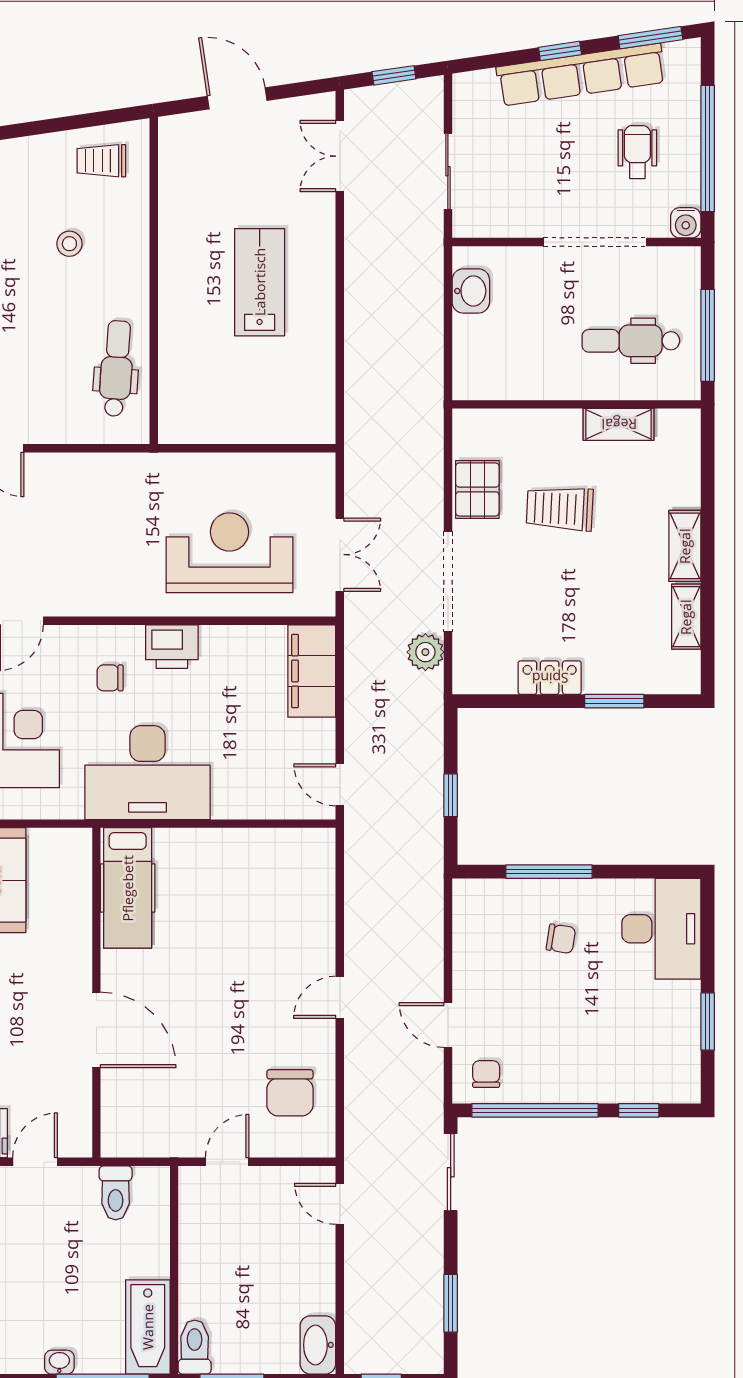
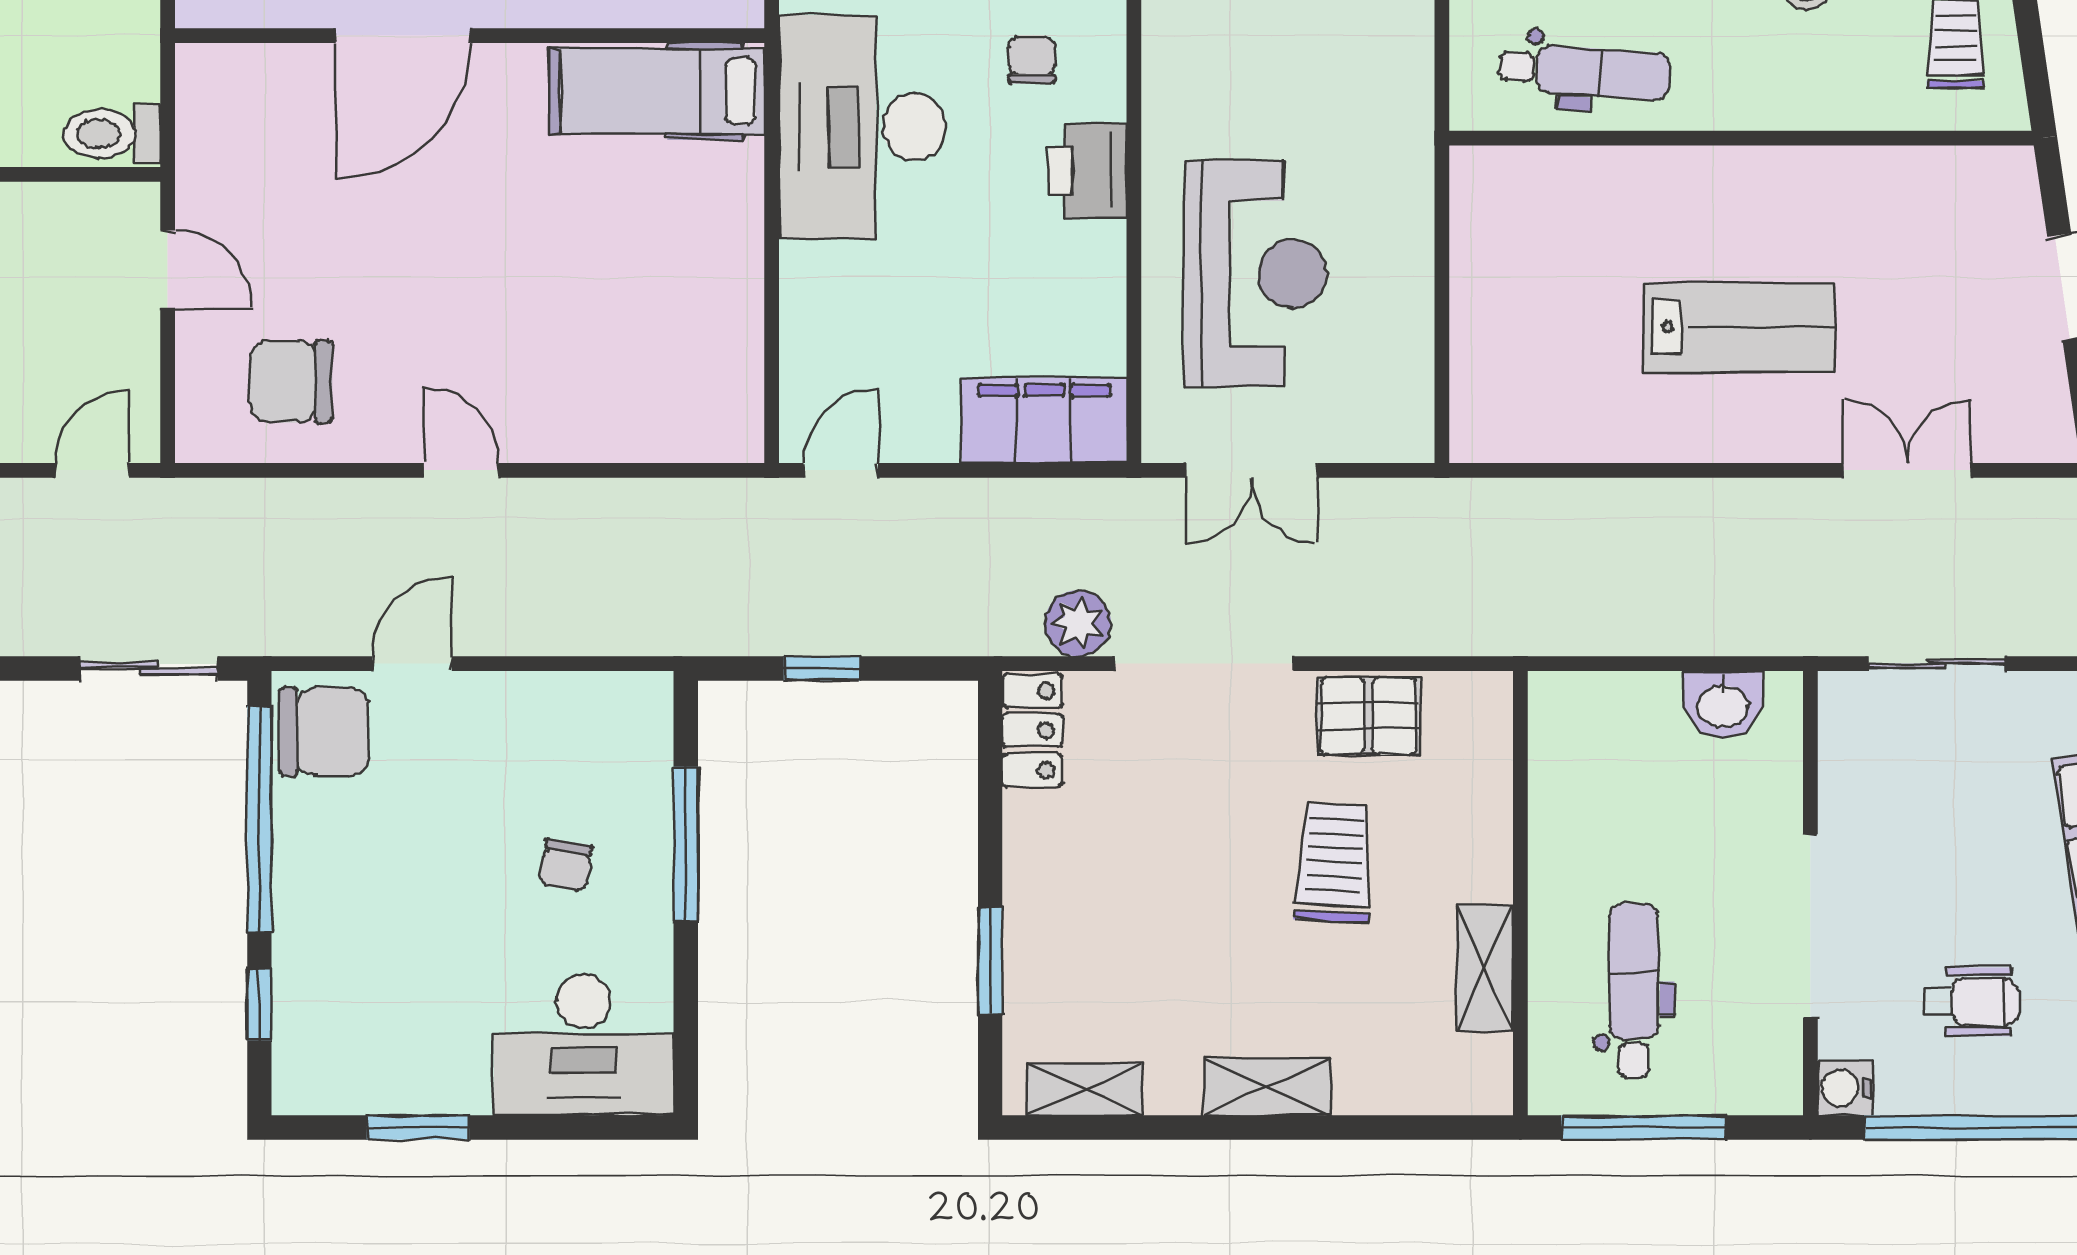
double door: (340, 156) -> (1907, 470), moved
shelving: (686, 617) -> (1085, 1089), moved
locker: (550, 678) -> (1032, 730), moved
chair: (486, 1074) -> (324, 732), width x1.87, depth x1.87
toilet: (116, 1193) -> (112, 134), moved

